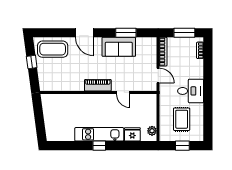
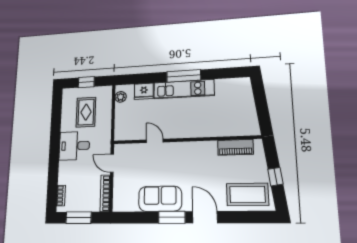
window: (126, 33) -> (172, 217), moved
piano: (98, 85) -> (235, 147), moved
window: (99, 146) -> (184, 76), width x2.17

